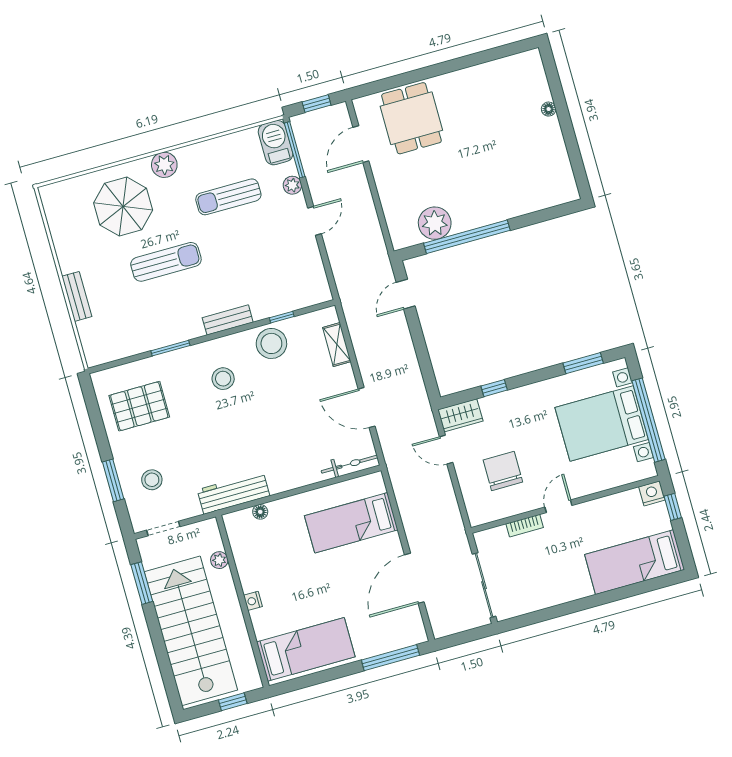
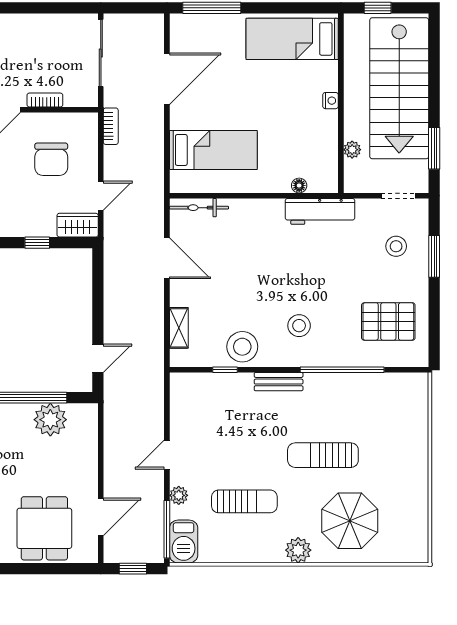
bench: (77, 296) -> (419, 446), removed
window: (170, 348) -> (342, 370), width x2.11
door: (446, 450) -> (101, 196), hinge flipped
bookcase: (455, 518) -> (111, 126), added

